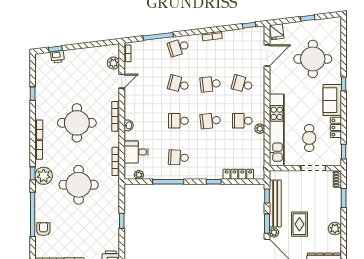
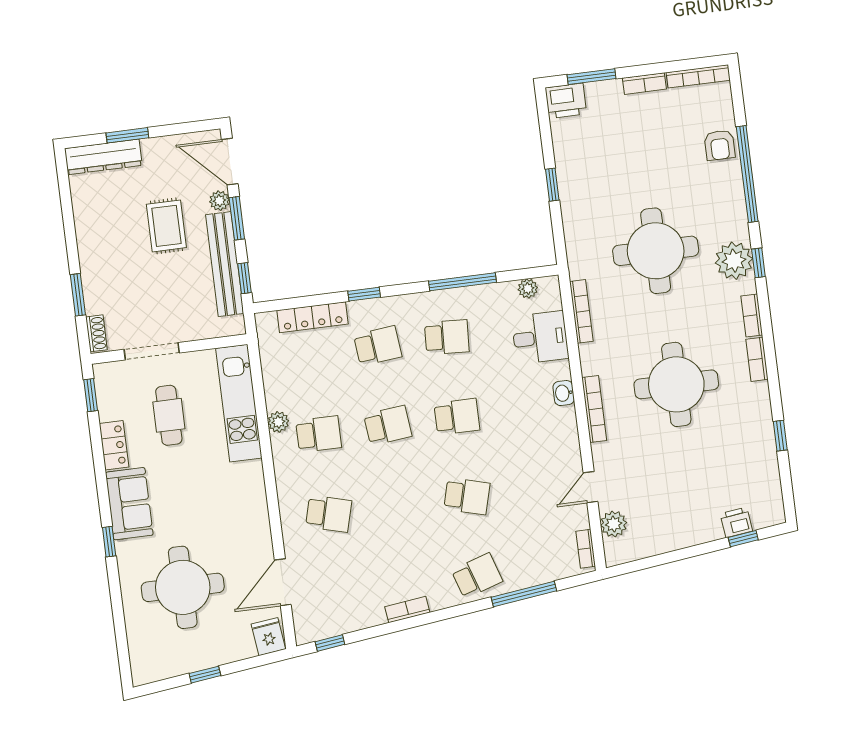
school desk: (210, 84) -> (378, 346), moved
kitchen unit: (277, 130) -> (239, 403), width x0.73
plant: (335, 229) -> (88, 226), removed

